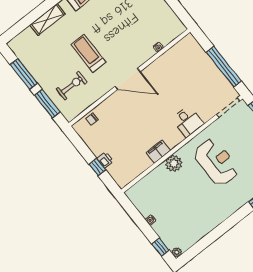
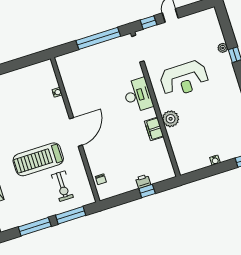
treadmill: (88, 53) -> (38, 159), width x1.37, depth x1.38
exercise bike: (72, 85) -> (62, 186), turned 180
desk: (188, 121) -> (138, 95), width x1.37
reception desk: (216, 162) -> (184, 79), turned 180

